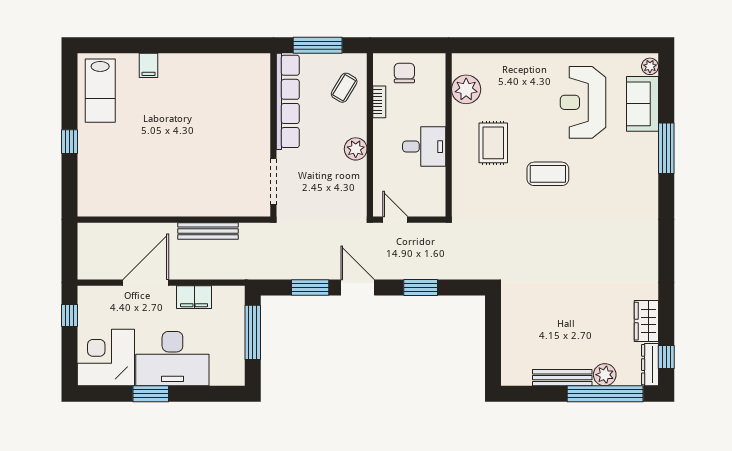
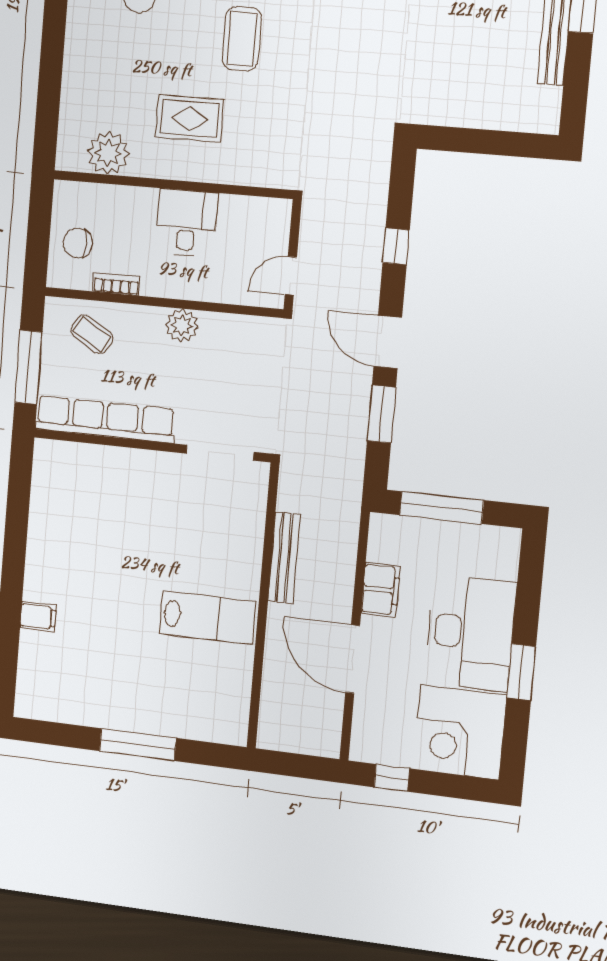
lab bench: (100, 91) -> (207, 618), moved
window: (70, 142) -> (138, 745), width x2.17
door: (358, 287) -> (388, 342), hinge flipped
window: (421, 287) -> (396, 246), width x0.67

